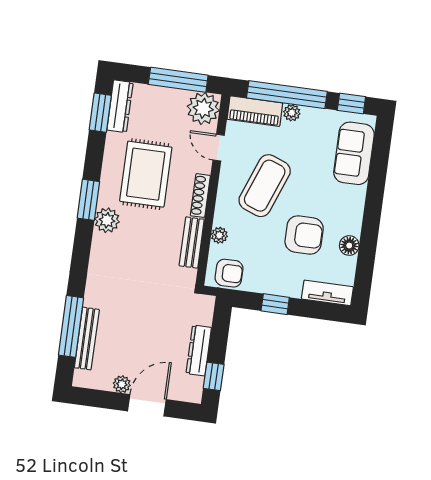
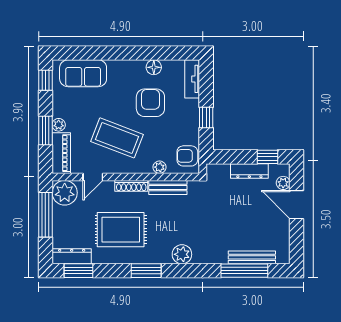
window: (287, 95) -> (45, 130), width x0.47
plant: (107, 220) -> (182, 254), moved
armchair: (229, 273) -> (187, 156), turned -90
plant: (122, 384) -> (283, 183), moved

